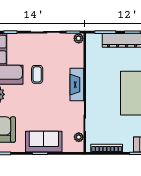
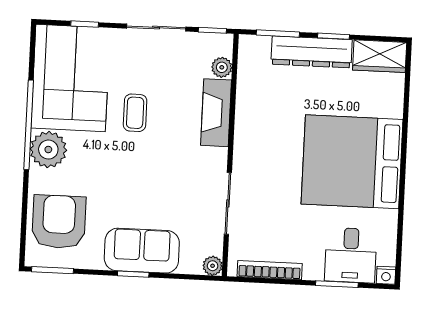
plant: (79, 38) -> (222, 67), moved
fireplace: (77, 85) -> (216, 113), moved
plant: (79, 137) -> (213, 266), moved

